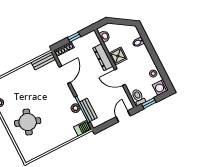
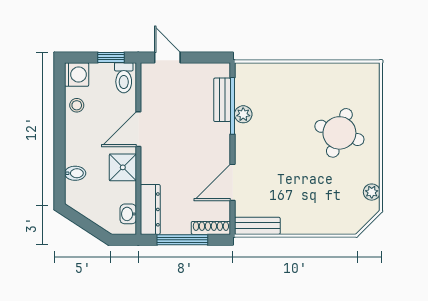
window: (74, 37) -> (182, 240), width x2.17
dresser: (103, 57) -> (150, 209), moved
door: (120, 77) -> (138, 129), swing flipped
door: (123, 116) -> (167, 57), swing flipped
barbecue: (82, 128) -> (249, 73), removed

